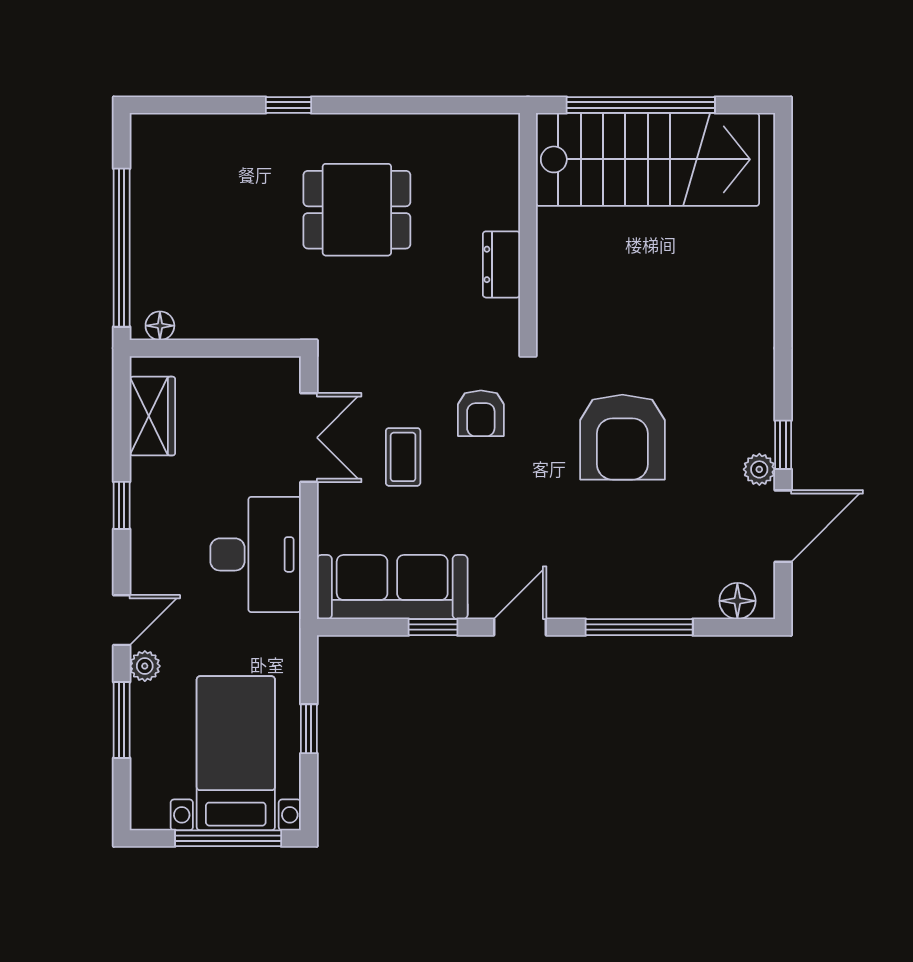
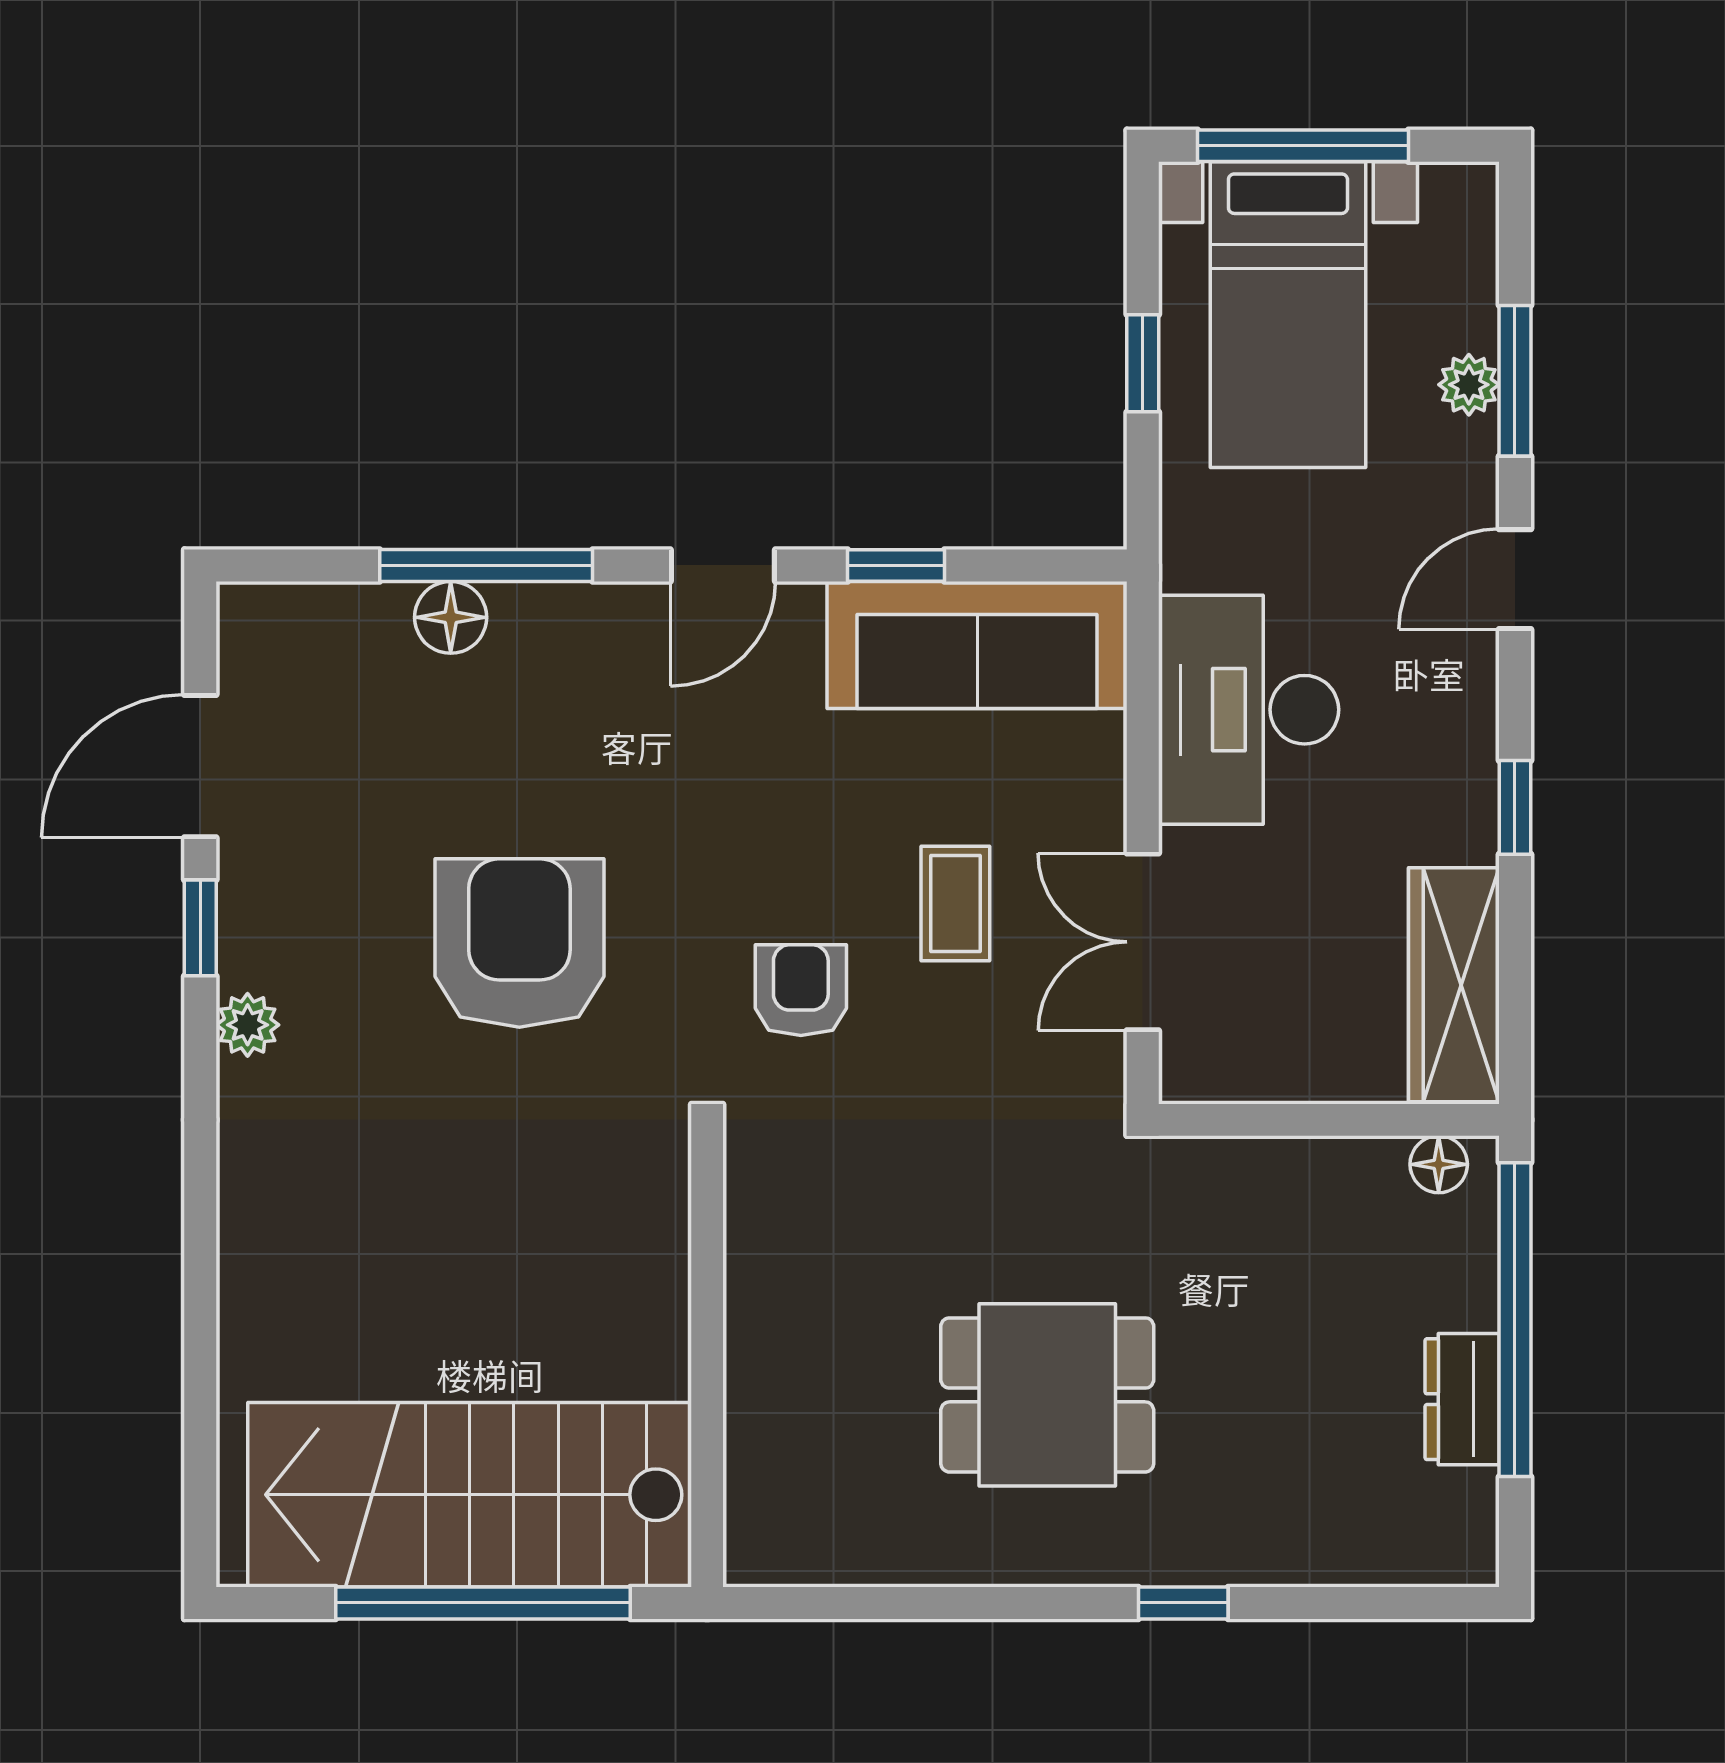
dresser: (501, 264) -> (1462, 1399), moved, turned 180
wardrobe: (152, 416) -> (1454, 985), width x1.50
plant: (759, 469) -> (248, 1025), moved
floor lamp: (737, 601) -> (451, 617), moved
plant: (145, 666) -> (1469, 385), moved

